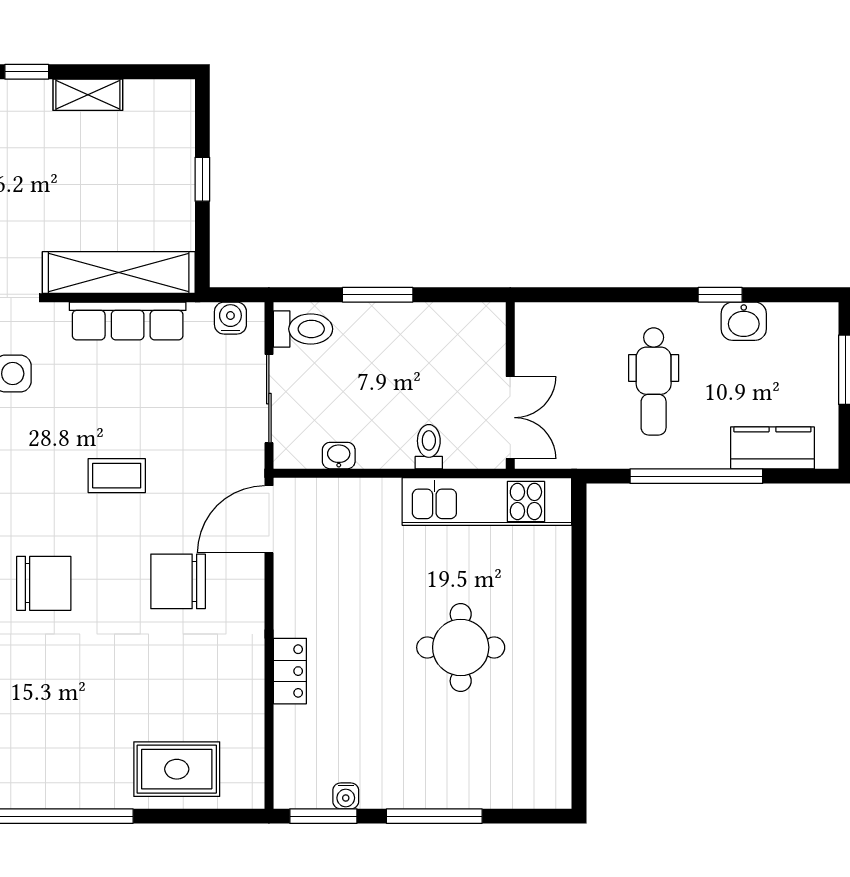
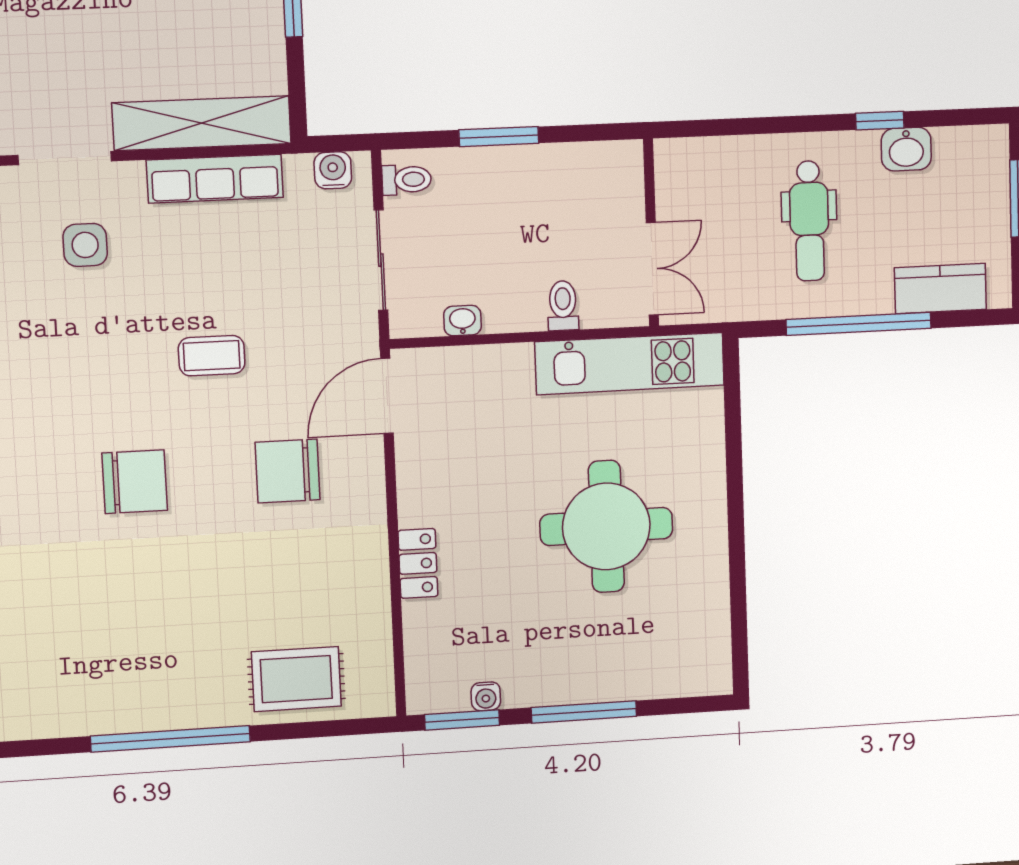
toilet: (303, 329) -> (407, 180), width x0.73, depth x0.72
round table: (461, 647) -> (606, 526), width x1.36, depth x1.36

